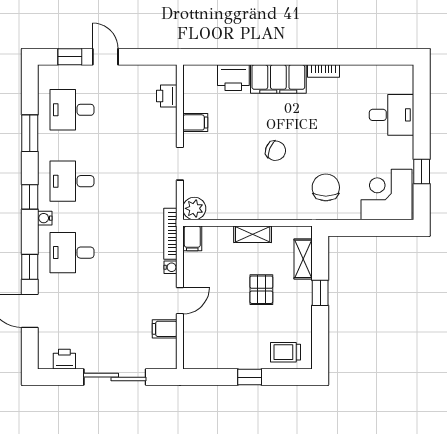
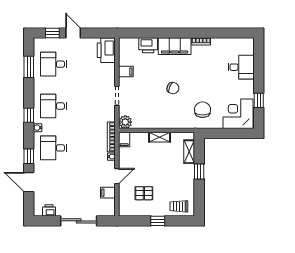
printer: (167, 96) -> (106, 50), width x1.87, depth x1.48
window: (30, 133) -> (29, 67), moved
pallet: (261, 290) -> (144, 193), moved, turned 90

